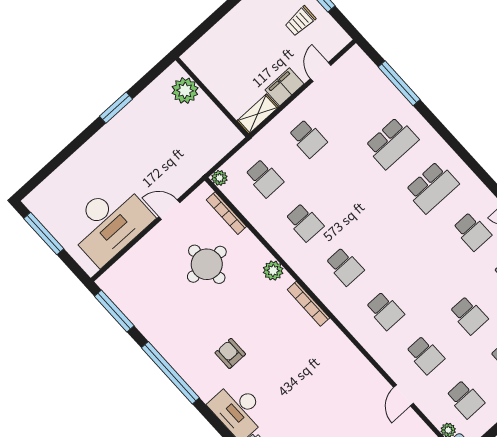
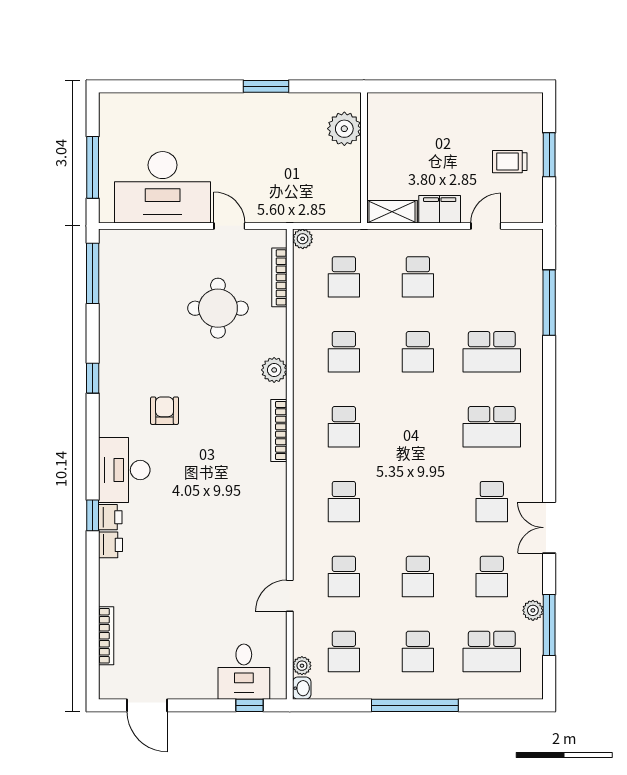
school desk: (348, 183) -> (418, 352), added
window: (44, 234) -> (93, 167), moved
window: (170, 373) -> (93, 378), width x0.32

